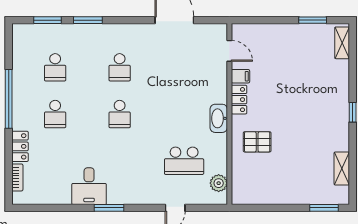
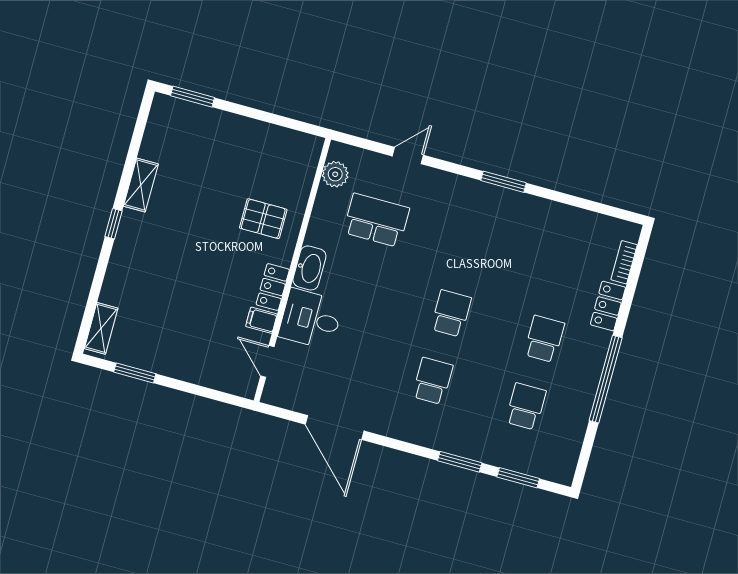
shelving: (342, 168) -> (141, 185), moved
desk: (89, 186) -> (311, 319), moved, turned -90

